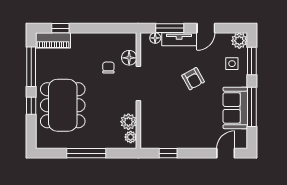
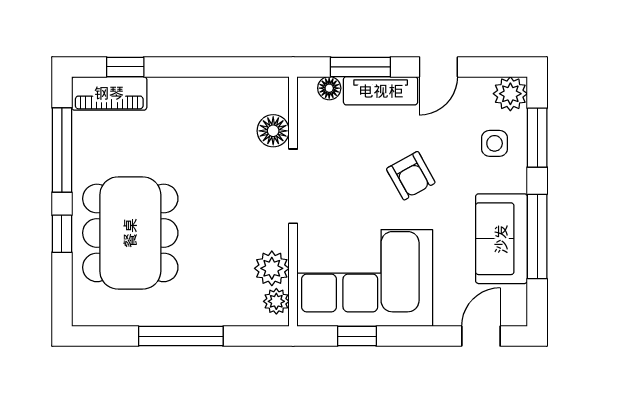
chair: (108, 68) -> (229, 152), removed
corner sofa: (172, 126) -> (365, 278), added

